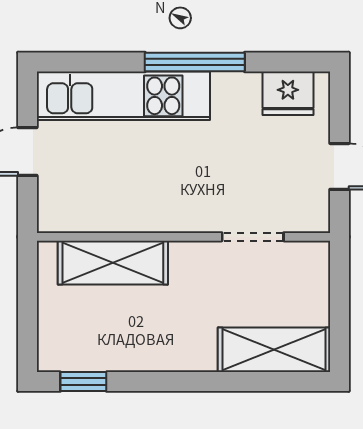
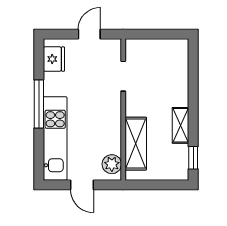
plant: (70, 213) -> (112, 164), added
shelving: (274, 350) -> (180, 125), moved, width x0.67, depth x0.75

